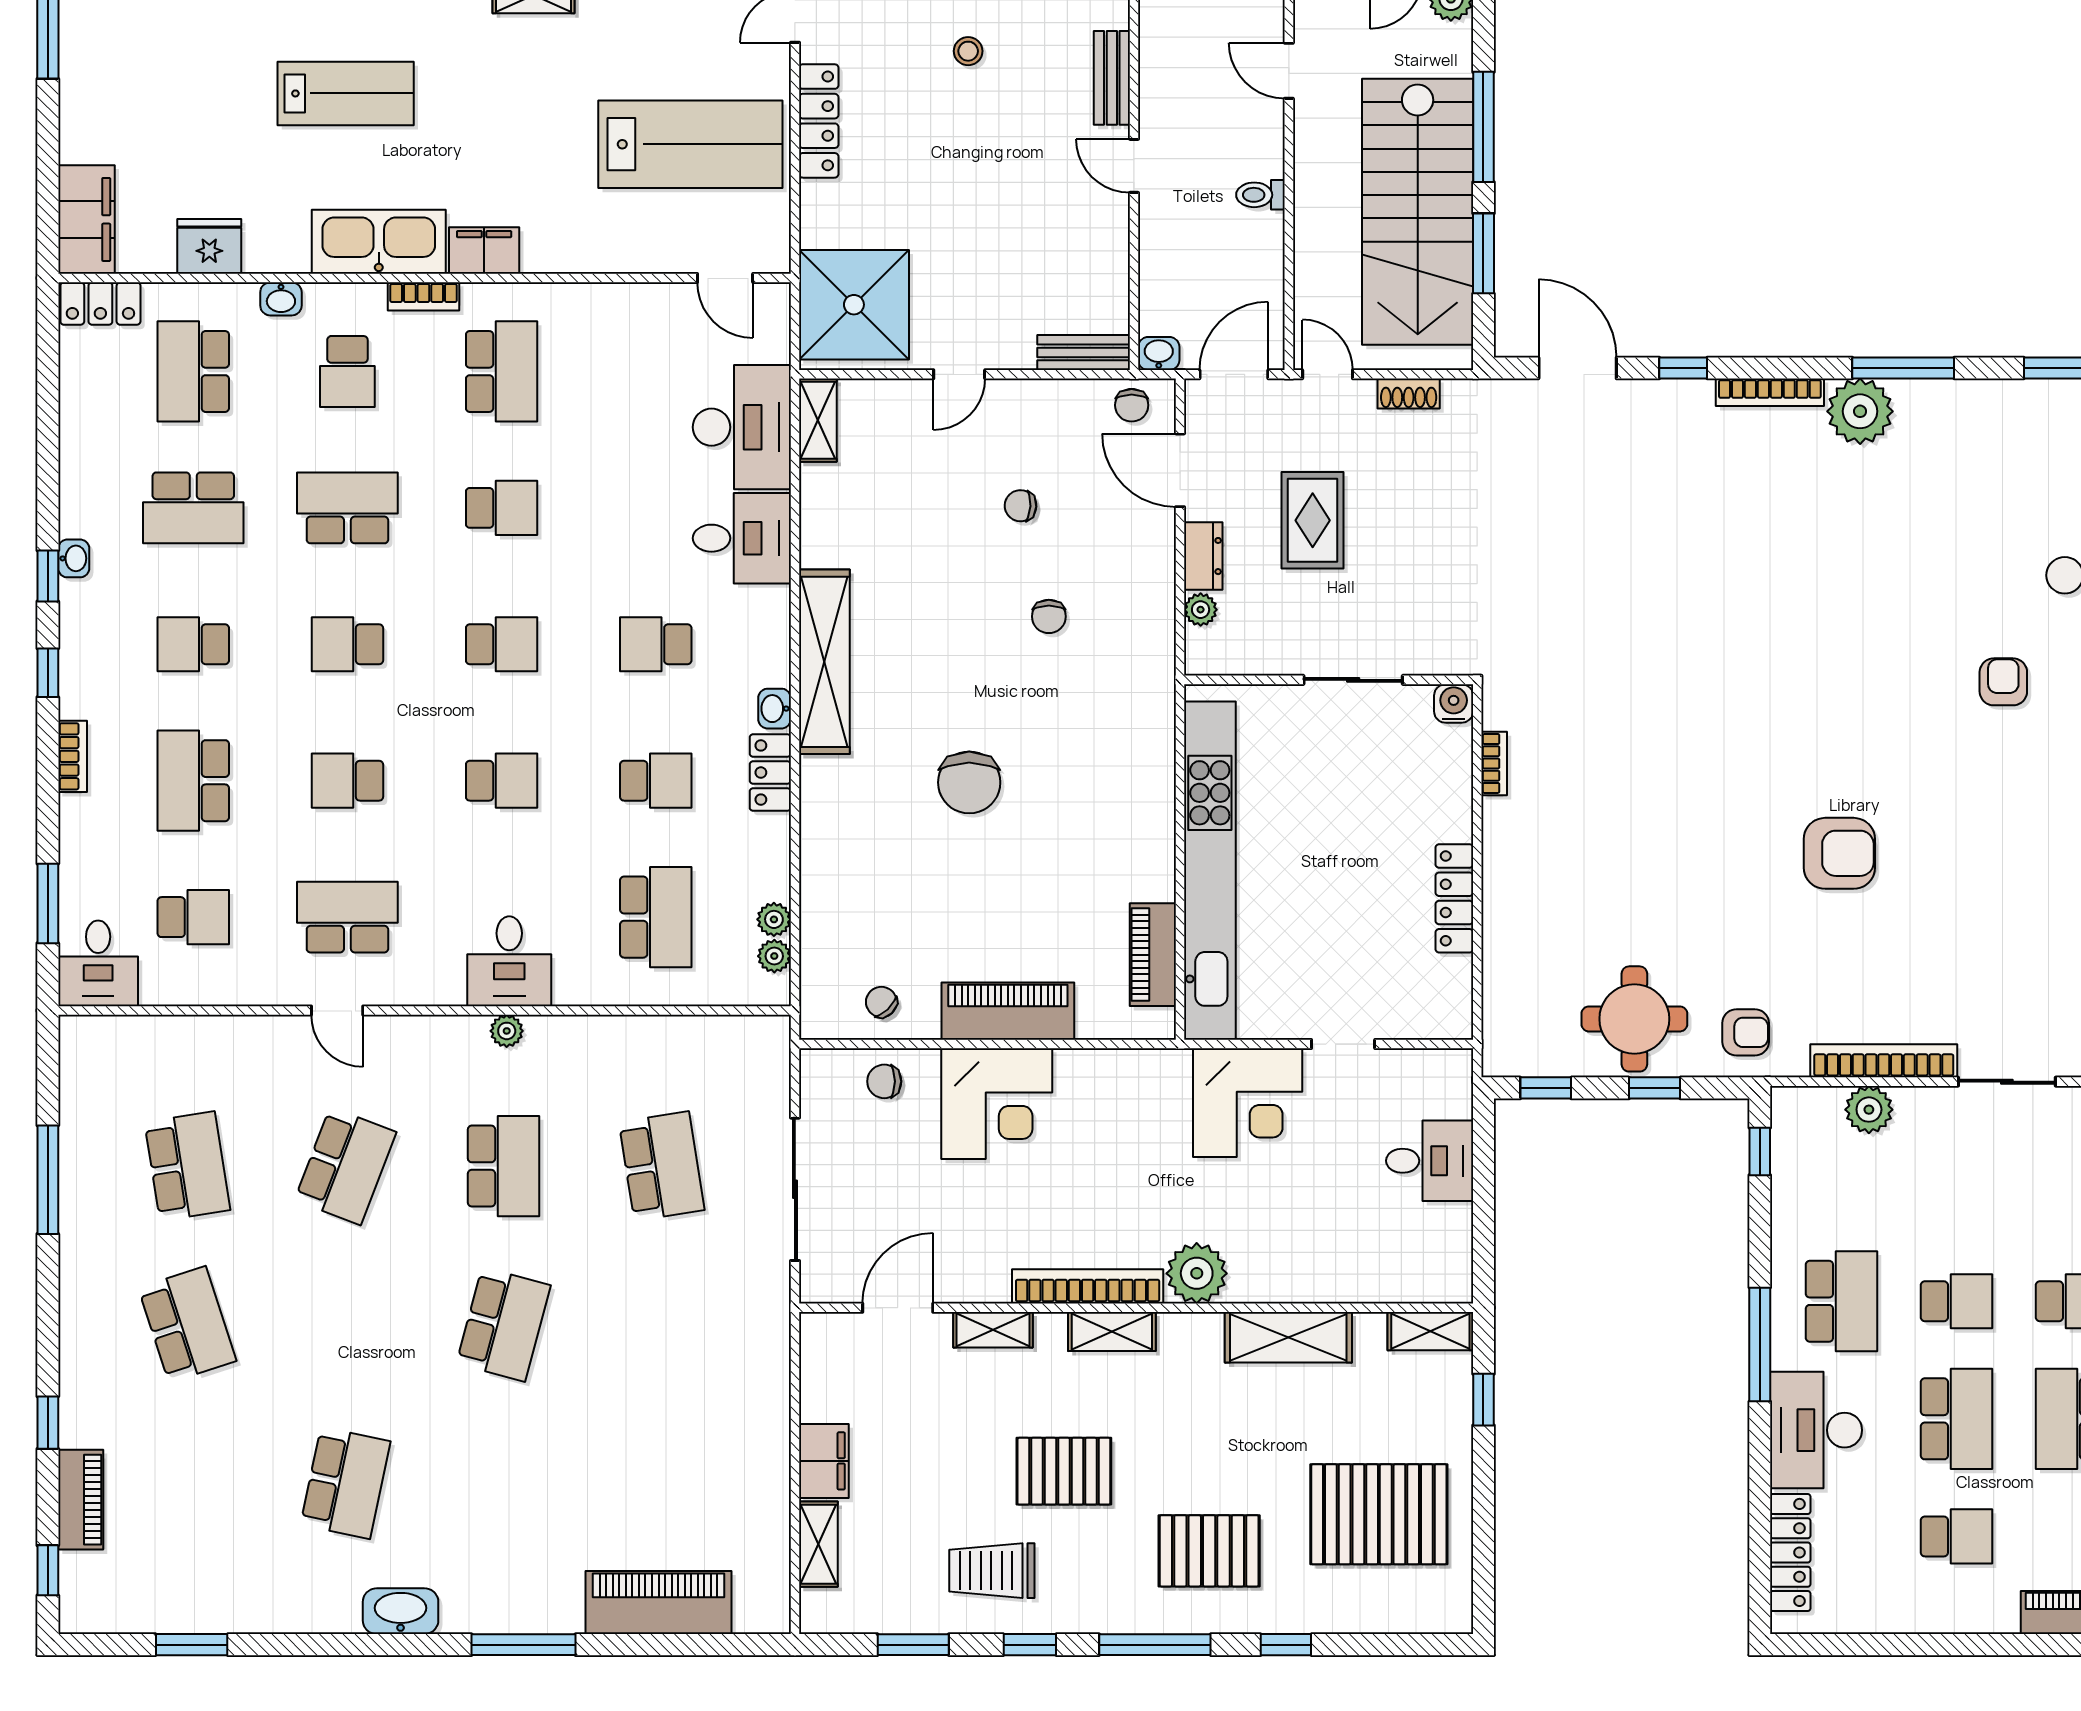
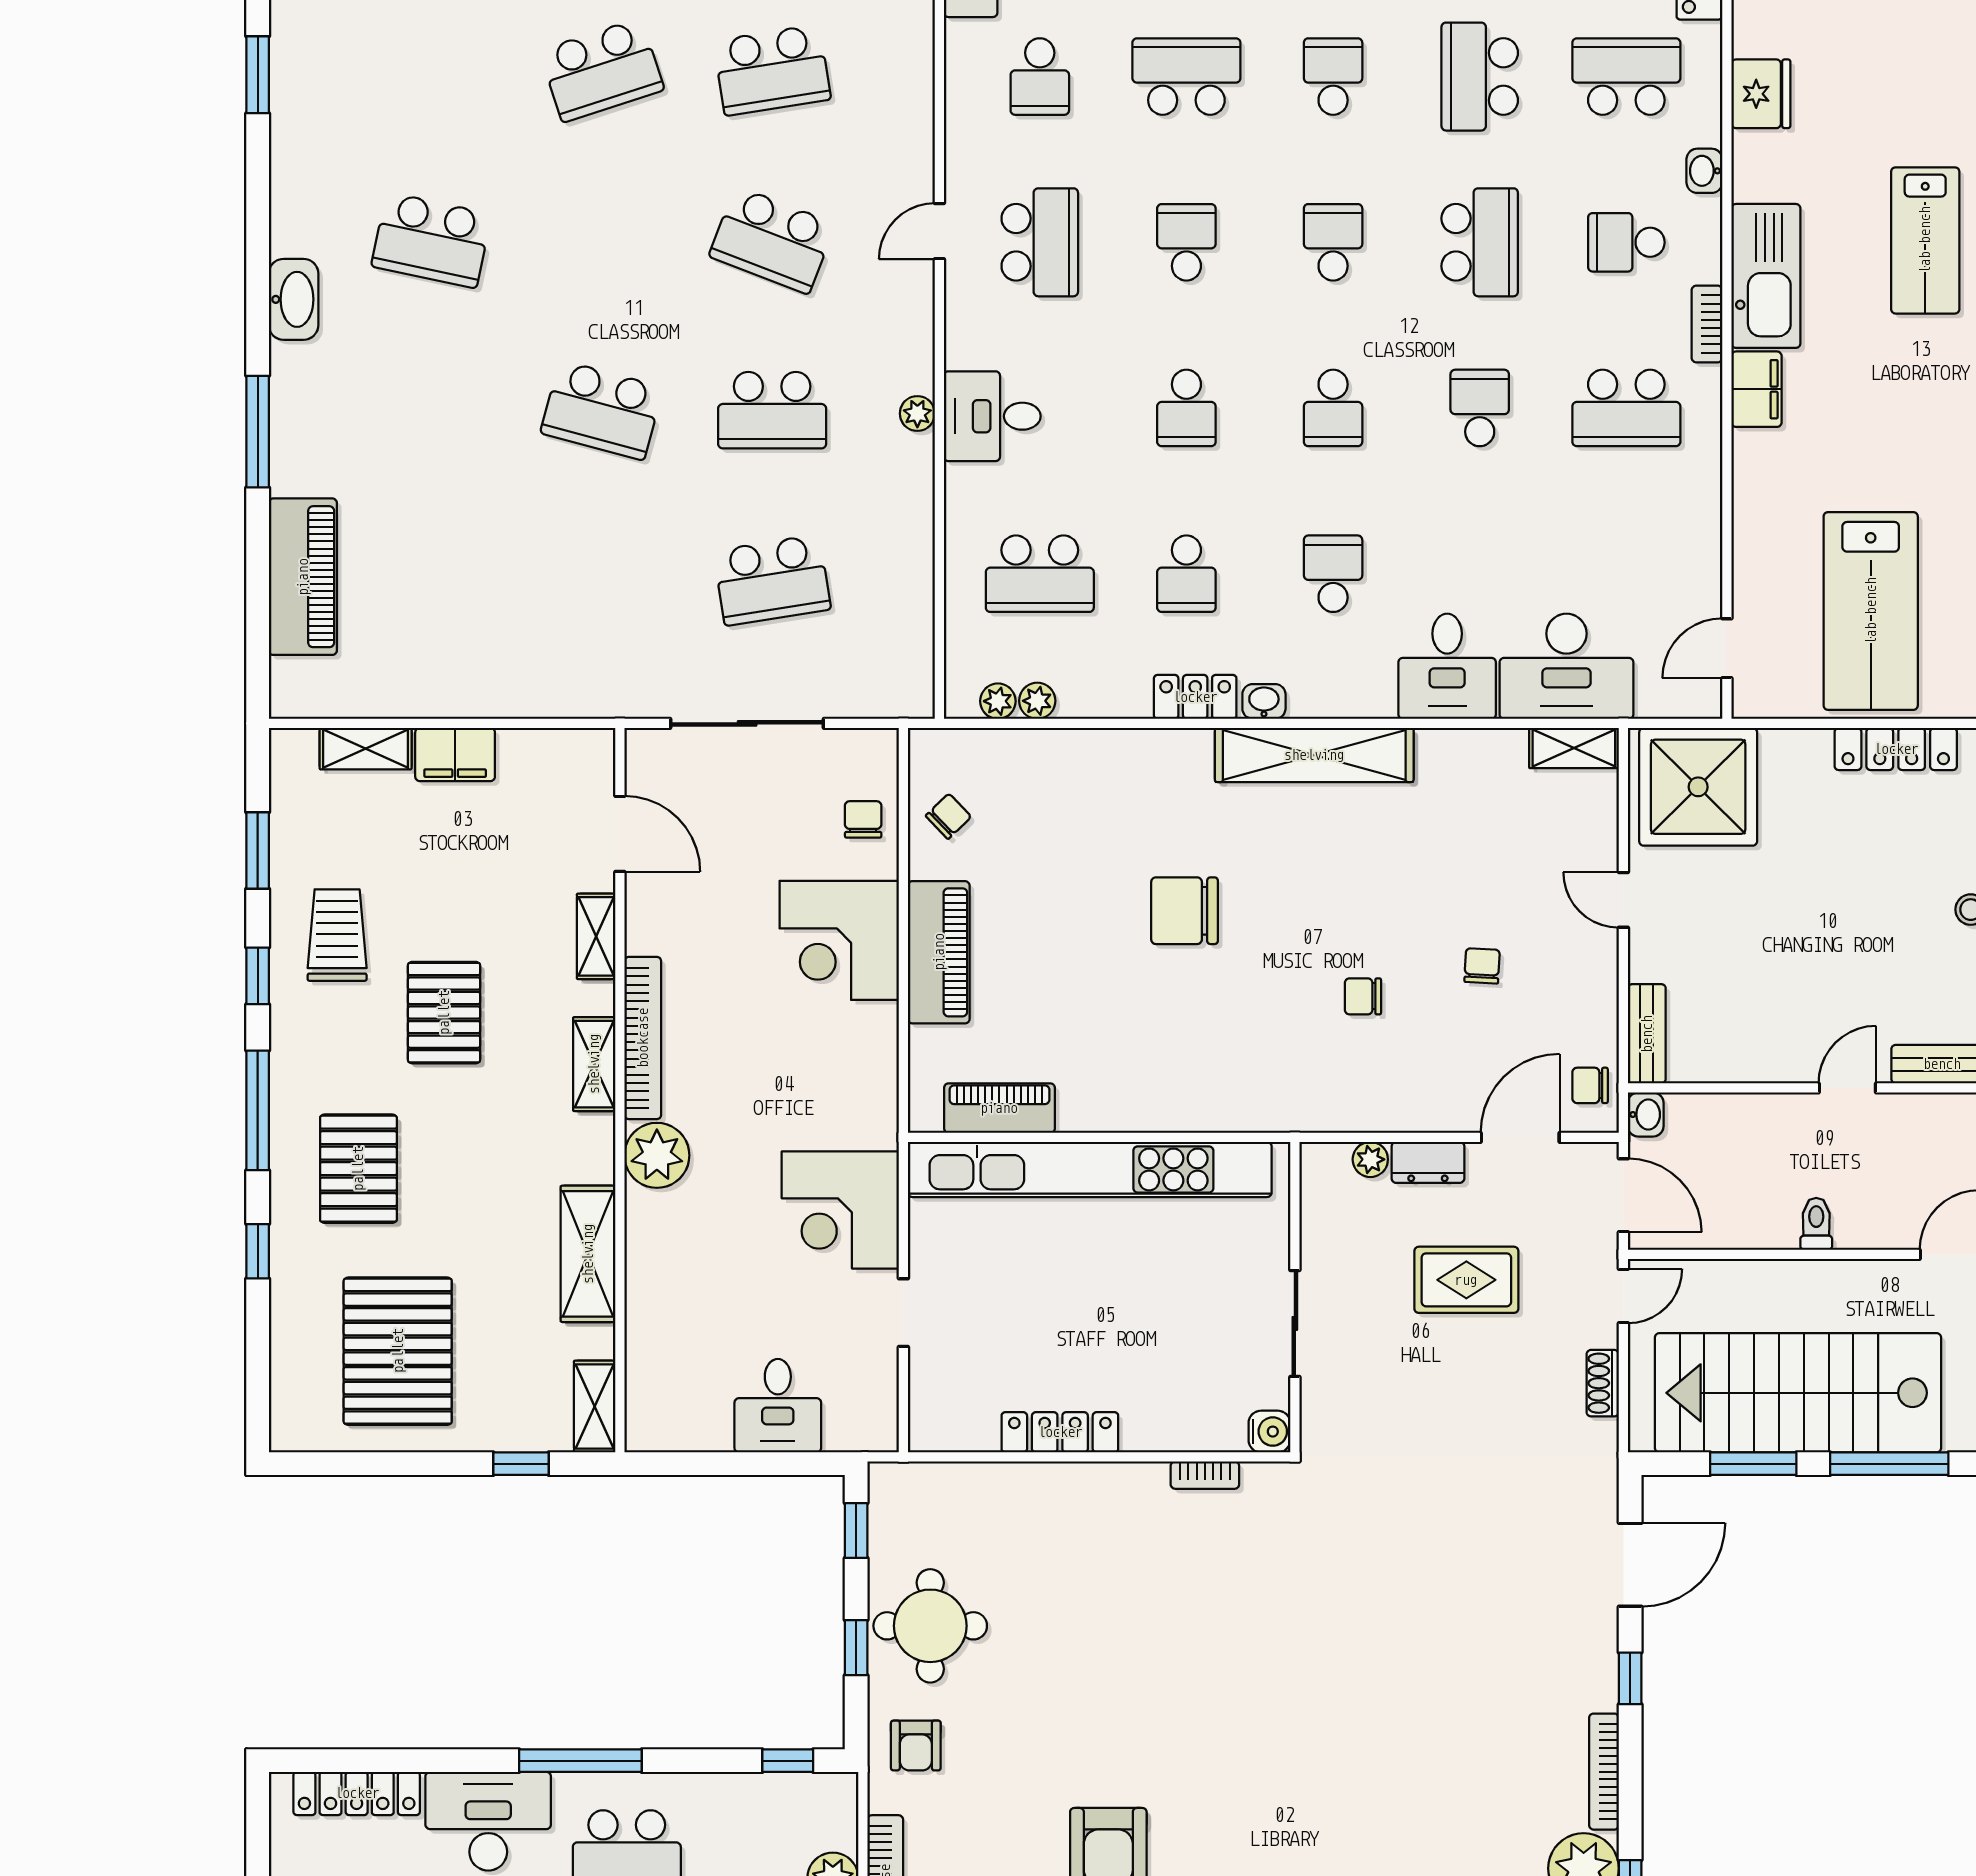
school desk: (502, 508) -> (1480, 408), turned 180

